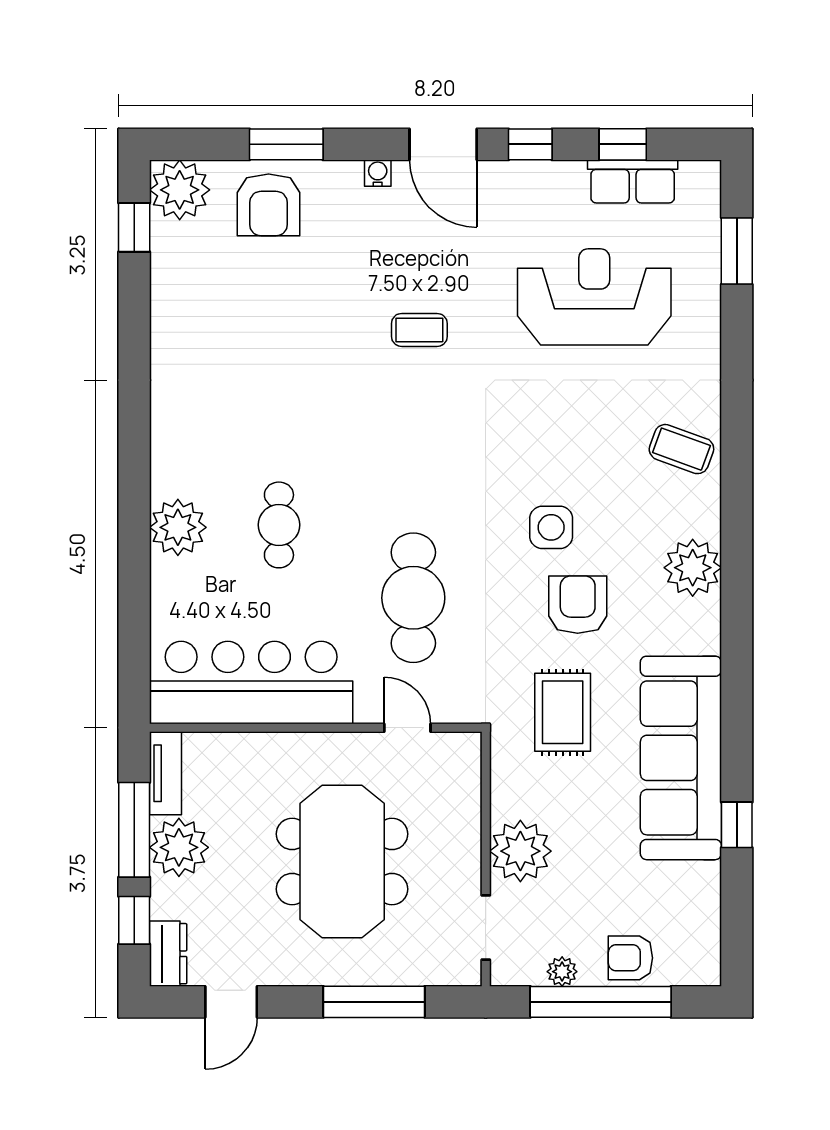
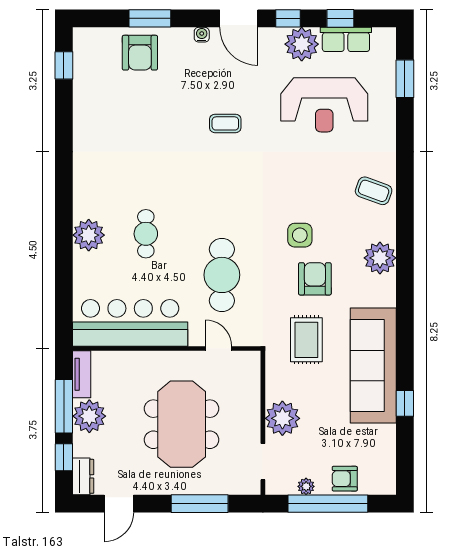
plant: (180, 190) -> (302, 44), moved
reception desk: (594, 297) -> (324, 105), turned 180

